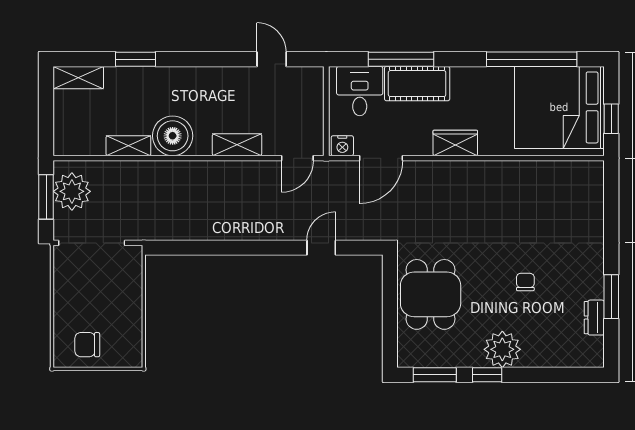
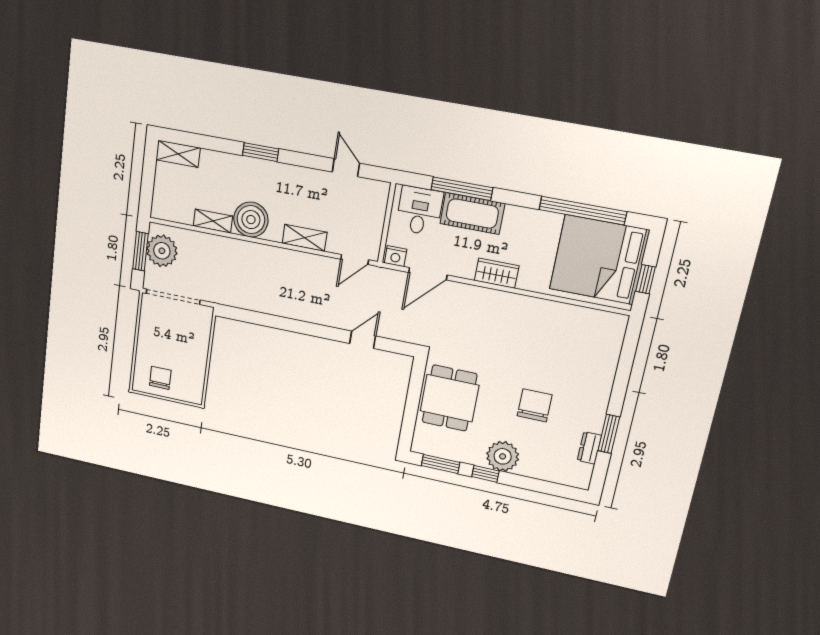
window: (136, 59) -> (261, 152), moved
chair: (525, 282) -> (535, 405), width x1.87, depth x1.87
chair: (87, 345) -> (160, 378), turned 90

